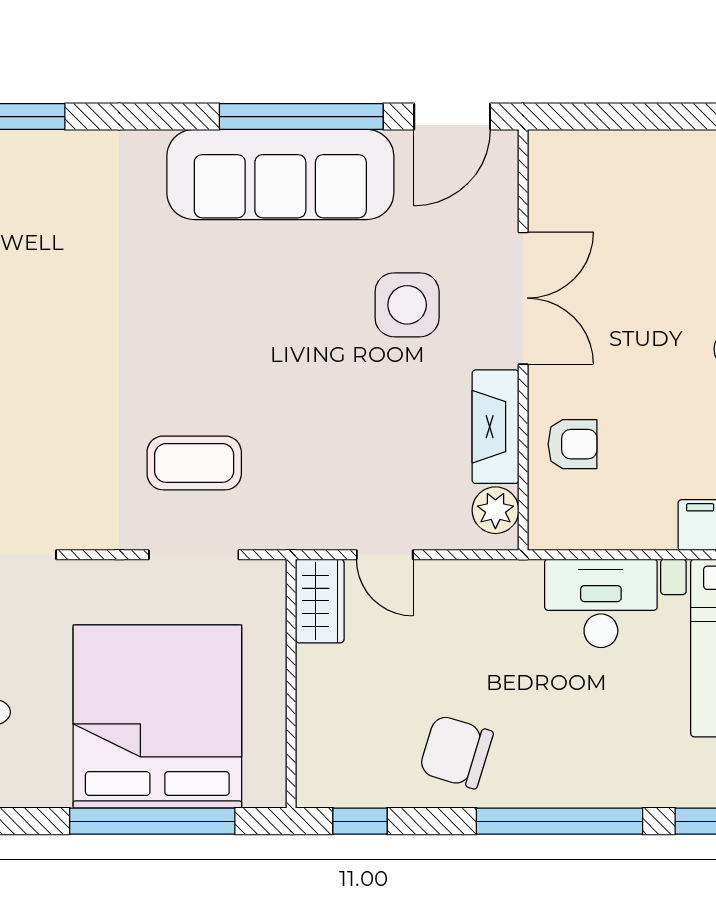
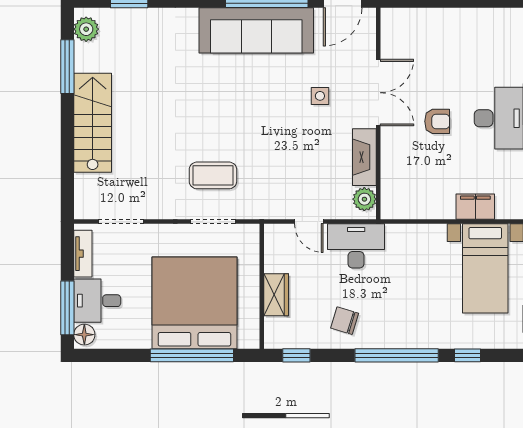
side table: (407, 305) -> (320, 96), width x0.54, depth x0.54
armchair: (572, 444) -> (437, 121), moved
wardrobe: (320, 601) -> (276, 295), moved
desk: (601, 603) -> (356, 246), moved
chair: (456, 752) -> (345, 321), width x0.73, depth x0.73

